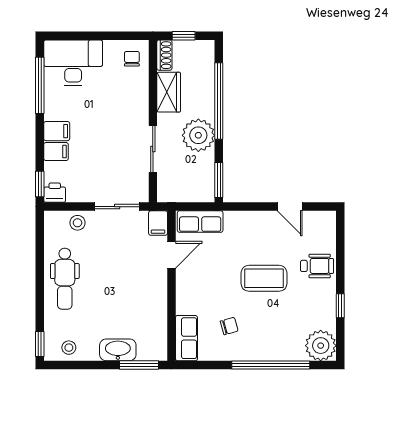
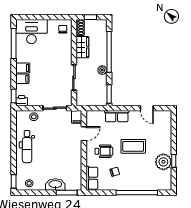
plant: (198, 135) -> (102, 70), width x0.53, depth x0.53
row of seats: (200, 222) -> (117, 116), moved
wheelchair: (317, 266) -> (104, 151), moved
plant: (321, 346) -> (163, 162), moved

